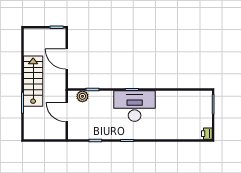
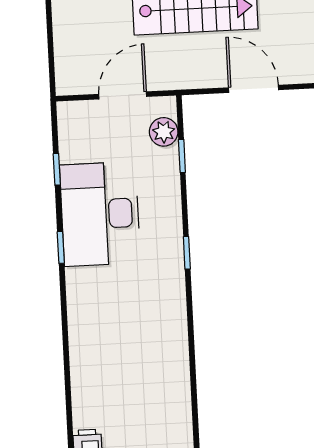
door: (67, 59) -> (253, 89), hinge flipped
desk: (135, 106) -> (100, 214), moved, turned 180

